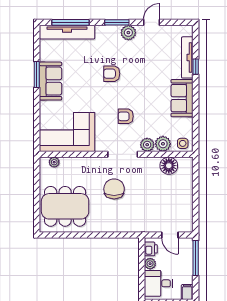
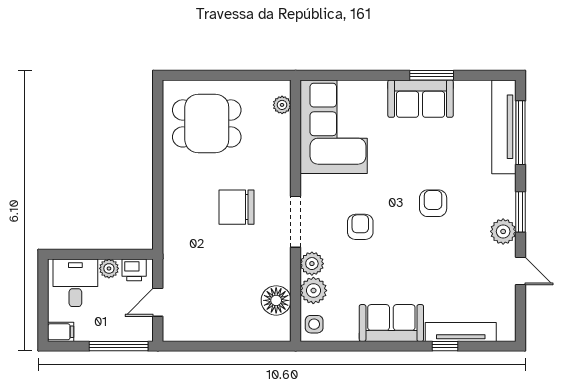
chair: (114, 189) -> (236, 207), turned 180
dining table: (65, 206) -> (207, 123), width x0.73

